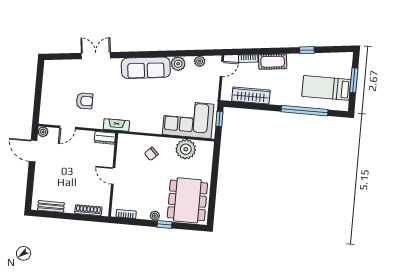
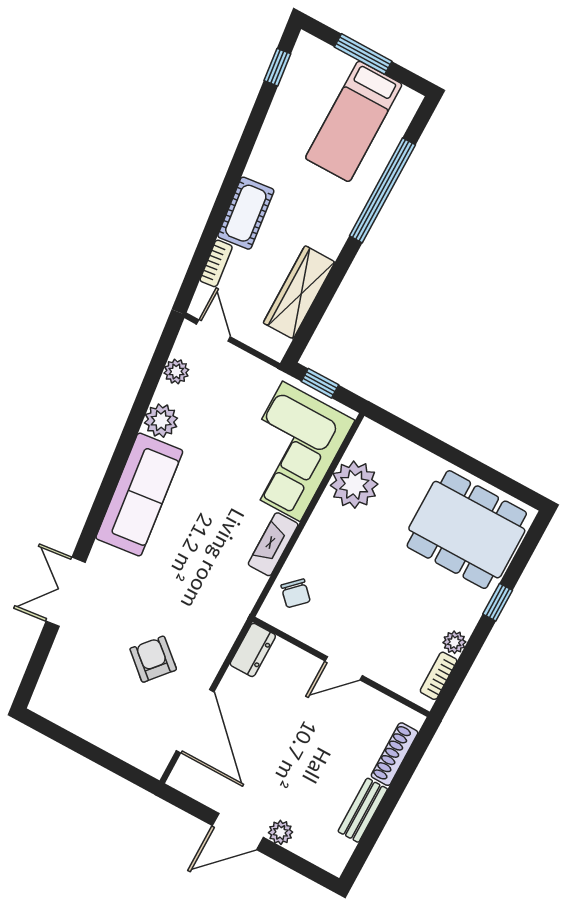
window: (307, 50) -> (277, 67), moved
armchair: (84, 101) -> (153, 659), turned -49
fireplace: (116, 125) -> (273, 544), moved
door: (68, 127) -> (195, 721), width x1.88
plant: (43, 132) -> (281, 832), moved
door: (33, 151) -> (238, 831), moved
chair: (151, 154) -> (296, 593), moved
bench: (51, 206) -> (363, 810), moved
plant: (155, 216) -> (454, 642), moved

